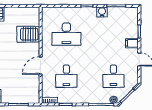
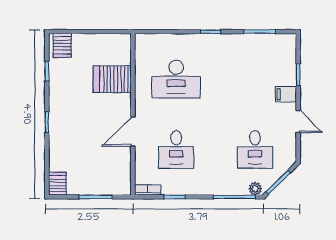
water cooler: (102, 12) -> (236, 42), removed

